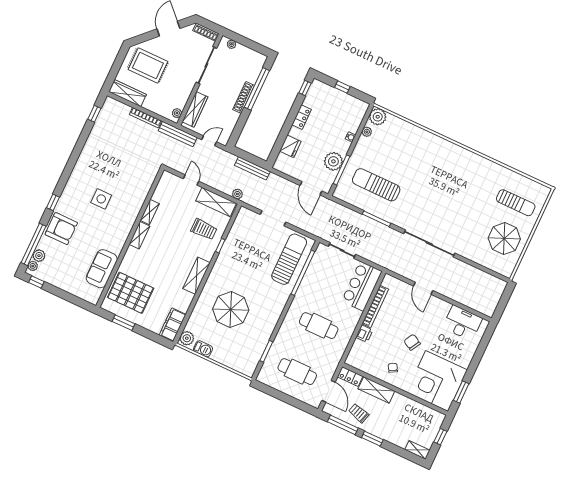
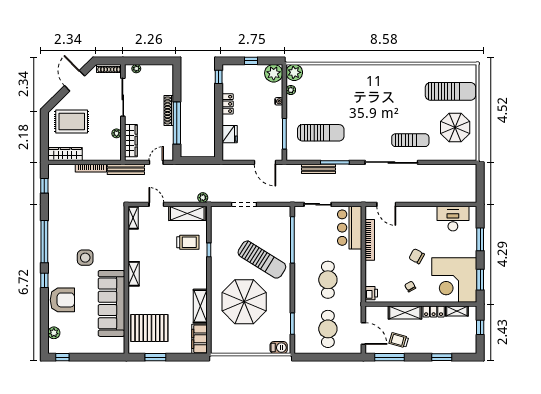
window: (257, 89) -> (177, 123), moved
plant: (177, 113) -> (117, 133), moved
plant: (333, 161) -> (274, 73), moved
bench: (252, 168) -> (319, 169), moved
sun lounger: (376, 185) -> (321, 133), turned 180
sun lounger: (516, 203) -> (450, 91), width x1.36, depth x1.34
shelving: (150, 212) -> (133, 218), moved
sun lounger: (457, 231) -> (410, 140), added
window: (33, 244) -> (44, 242), moved
sun lounger: (289, 259) -> (262, 260), moved, turned 122
plant: (33, 266) -> (53, 344), removed
sofa: (102, 269) -> (111, 303), width x1.85, depth x1.27
shelving: (197, 276) -> (200, 306), moved
door: (423, 288) -> (386, 204), moved
parasol: (231, 309) -> (244, 302), width x1.36, depth x1.36
cafe table: (319, 326) -> (328, 280), turned 90
printer: (364, 334) -> (371, 293), moved
plant: (187, 338) -> (217, 345), removed
barbecue: (203, 349) -> (279, 348), moved
window: (479, 354) -> (480, 239), added
cafe table: (297, 372) -> (328, 329), turned 90
locker: (350, 376) -> (434, 312), moved
window: (372, 439) -> (442, 357), moved
shelving: (417, 450) -> (457, 311), moved

